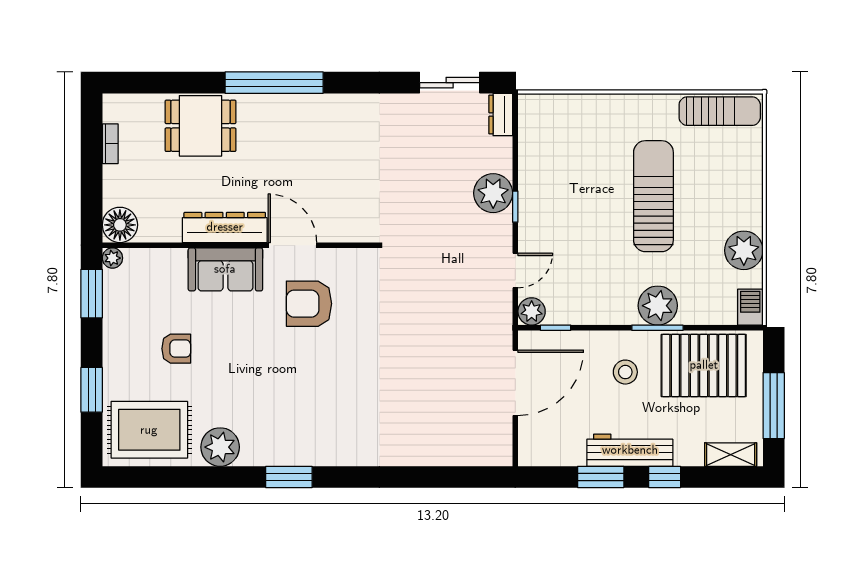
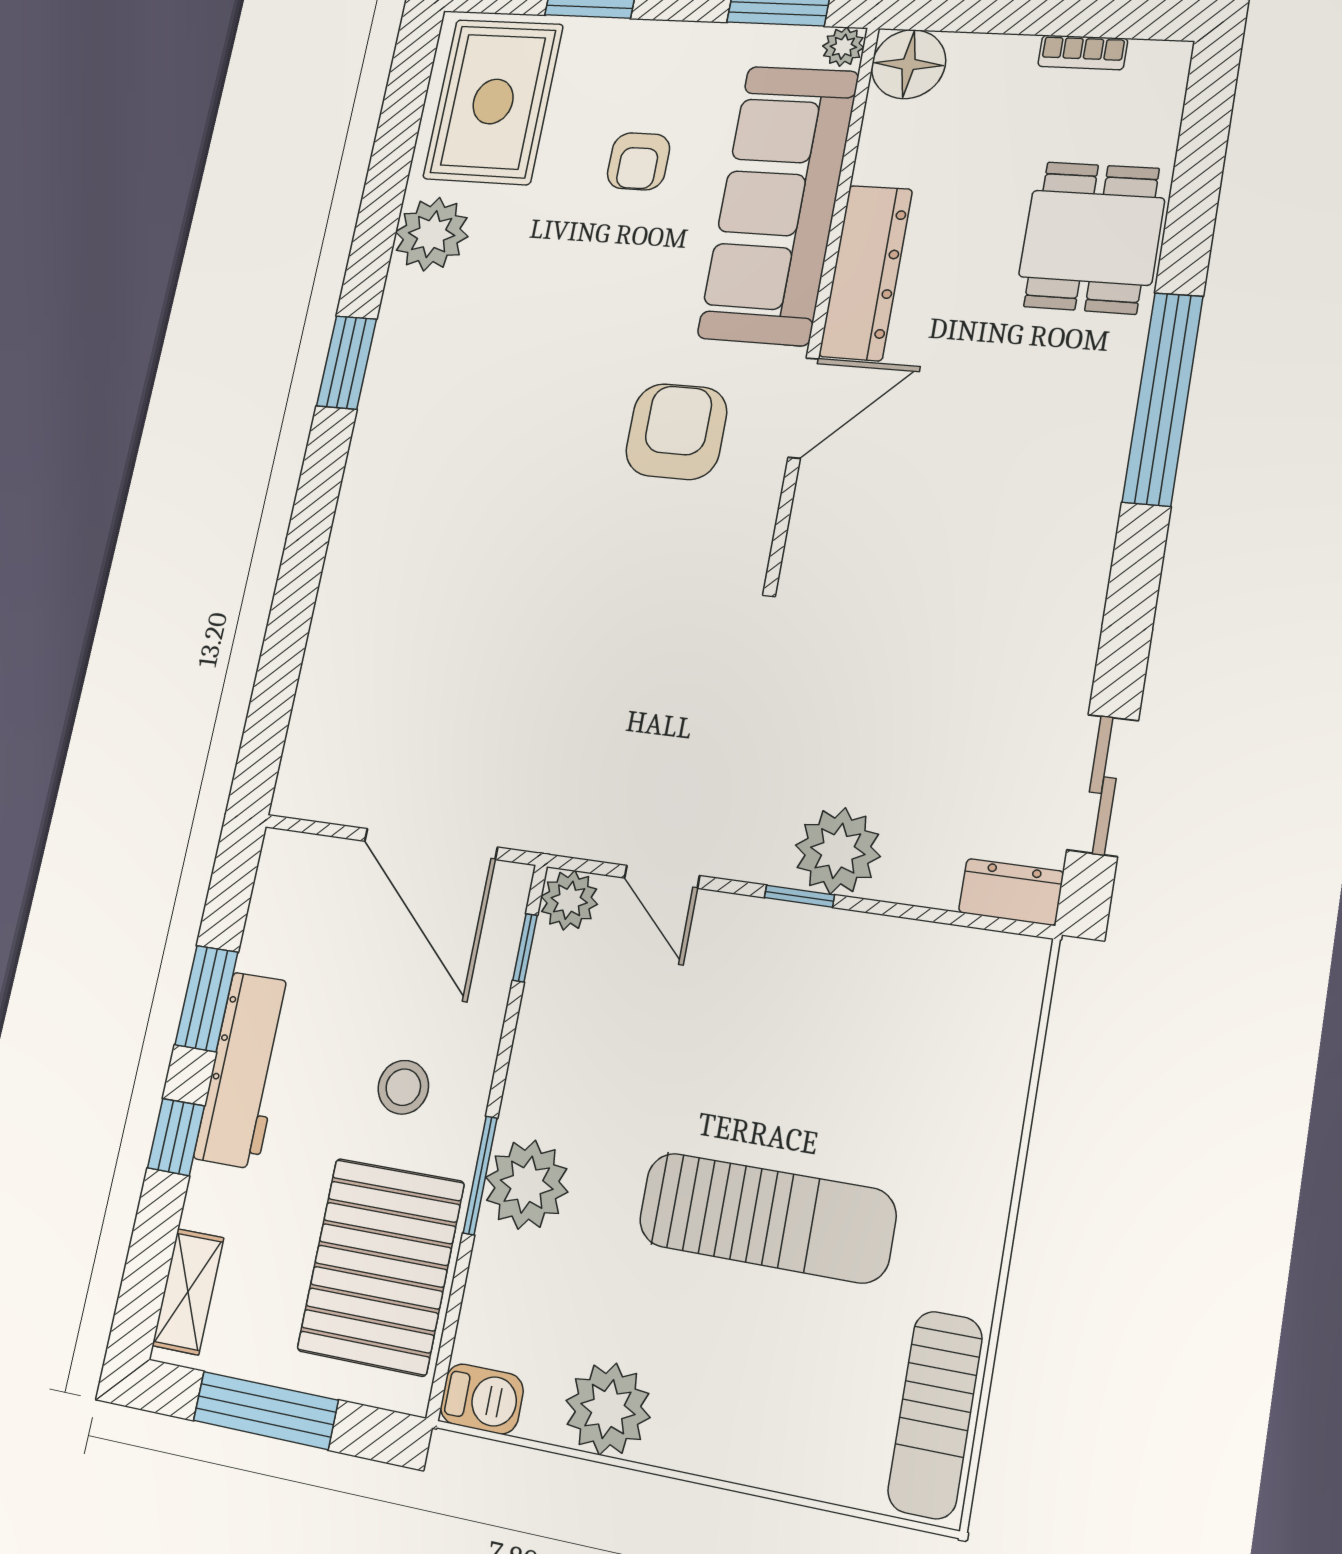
sofa: (225, 269) -> (778, 204), width x1.85, depth x1.27

